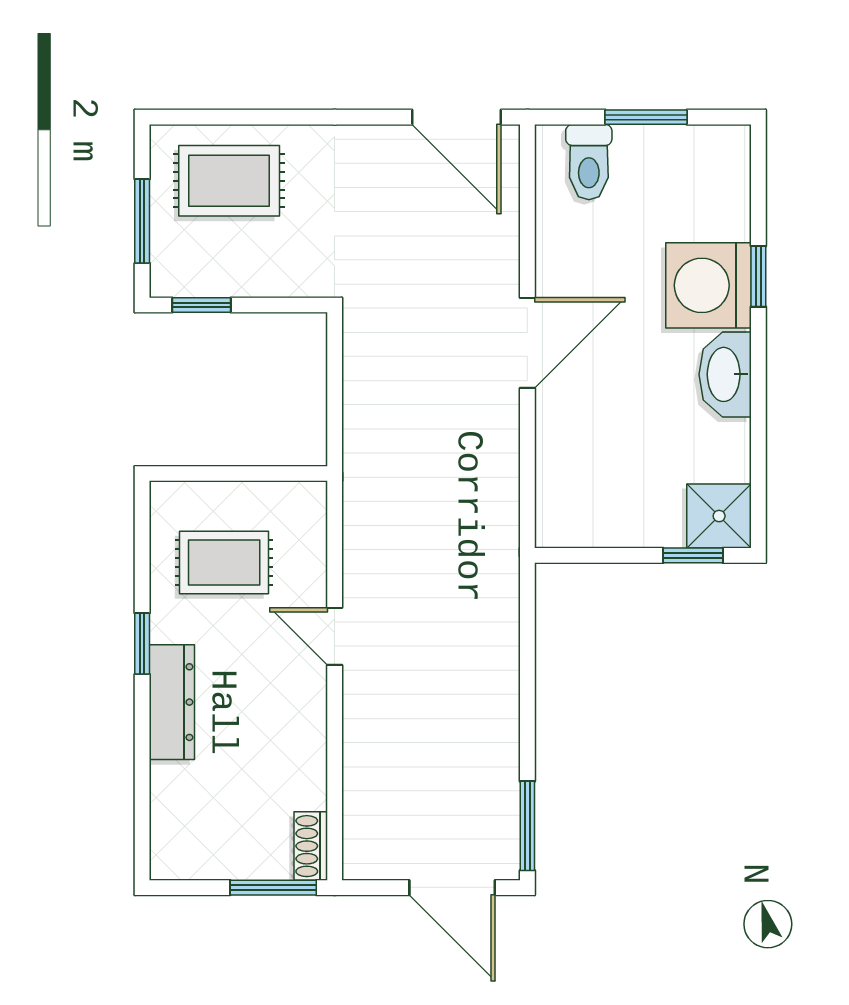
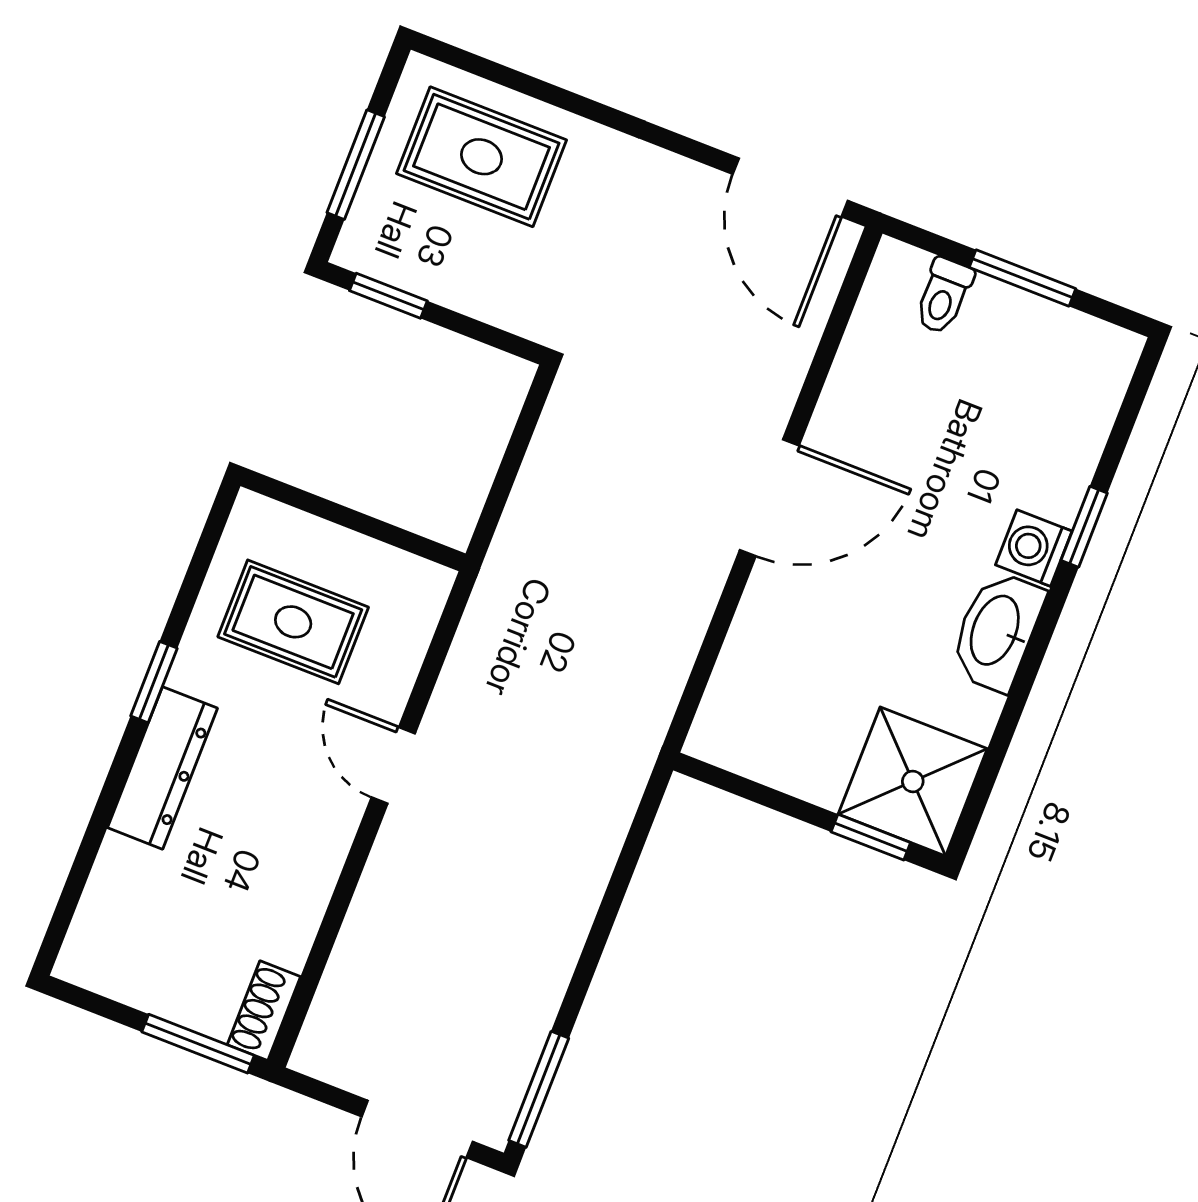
toilet: (589, 162) -> (944, 296), width x0.73, depth x0.72
washing machine: (709, 285) -> (1034, 548), width x0.53, depth x0.53
shower: (719, 516) -> (913, 781), width x1.36, depth x1.36

